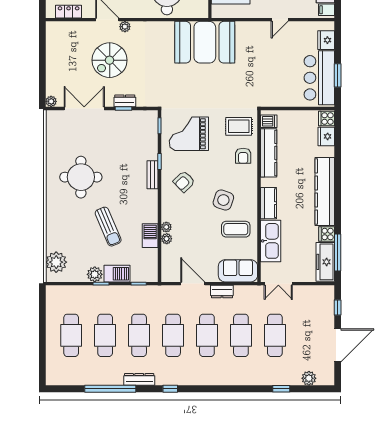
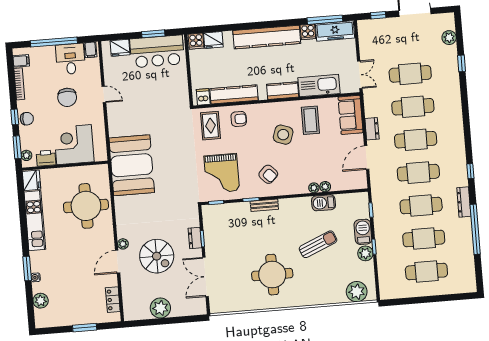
plant: (51, 101) -> (160, 308), moved, width x1.87, depth x1.87

